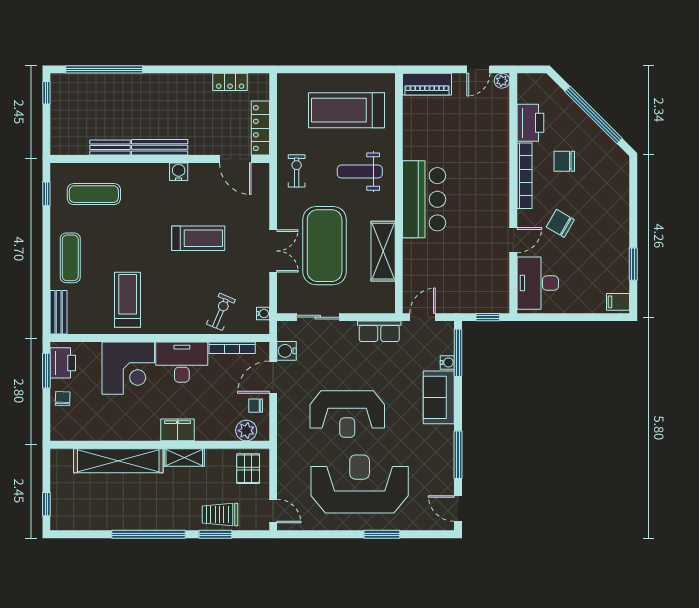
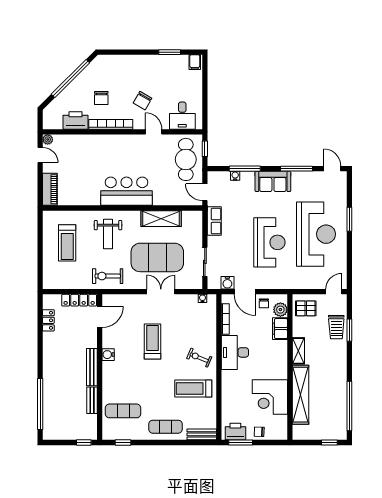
window: (46, 93) -> (84, 443), moved
treadmill: (346, 110) -> (67, 243), width x0.73, depth x0.73
exercise bike: (297, 171) -> (108, 276), width x1.38, depth x1.39
exercise mat: (94, 194) -> (123, 411), turned 90
desk: (538, 283) -> (182, 116), width x0.73
cafe table: (472, 288) -> (186, 159), added
exercise bike: (221, 312) -> (199, 358), moved
window: (458, 353) -> (245, 169), moved
corner desk: (128, 368) -> (270, 397), moved, turned 180
sofa: (439, 397) -> (273, 181), moved
filing cabinet: (177, 430) -> (280, 329), moved
reception desk: (360, 484) -> (316, 234), turned 180
door: (458, 509) -> (332, 169), swing flipped
window: (148, 534) -> (349, 406), moved

